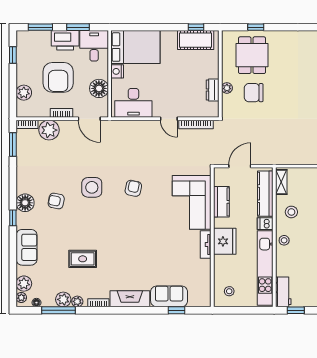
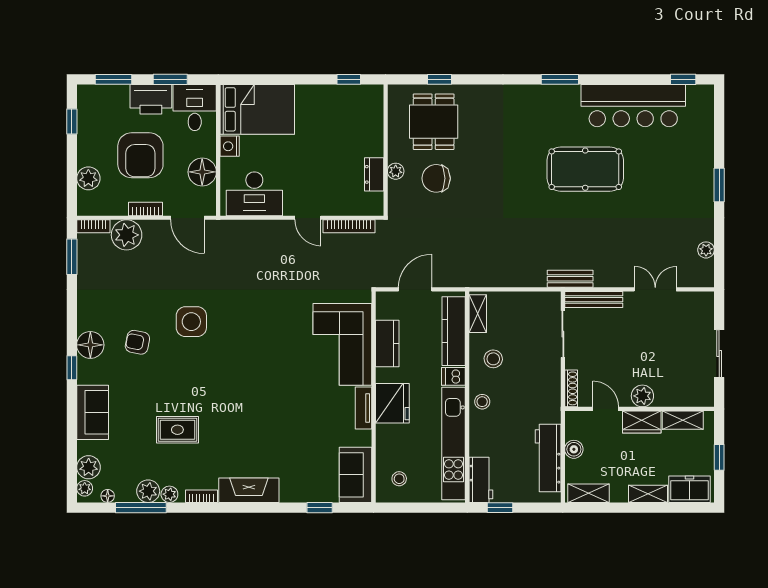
cot: (196, 40) -> (348, 99), removed
armchair: (133, 188) -> (254, 323), removed
sofa: (169, 296) -> (356, 475), moved, turned -90

